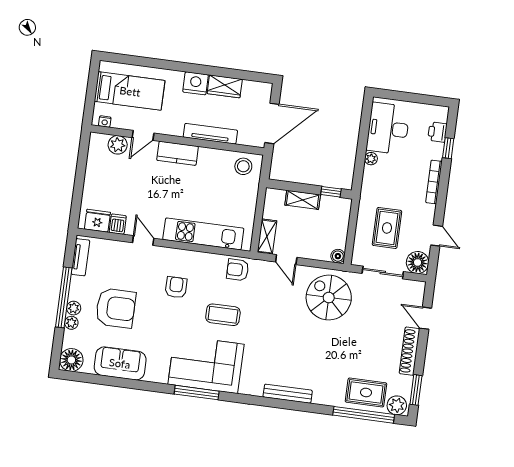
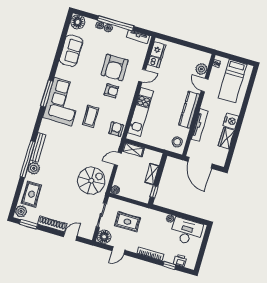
kitchen counter: (178, 153) -> (189, 110), width x1.50
armchair: (116, 308) -> (114, 67), moved
plant: (323, 395) -> (34, 168), added
window: (364, 415) -> (28, 159), moved

